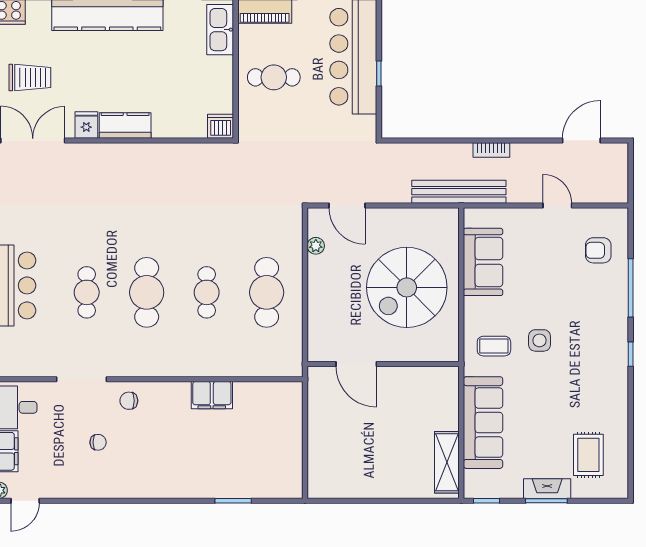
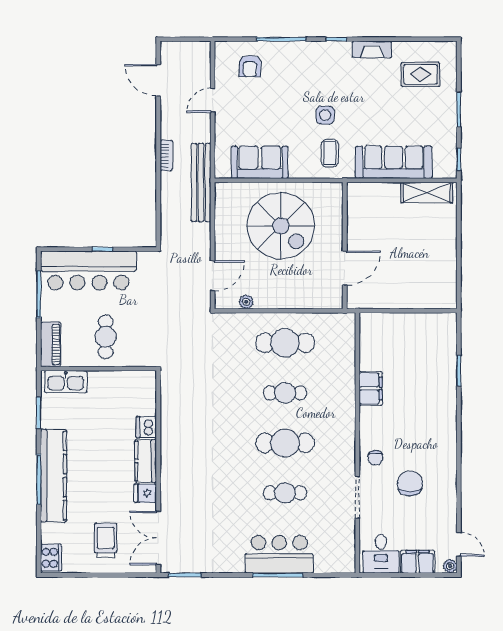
dishwasher: (221, 126) -> (146, 427), moved
chair: (98, 442) -> (410, 483), width x1.87, depth x1.87
fireplace: (547, 489) -> (372, 49), moved, turned -90

